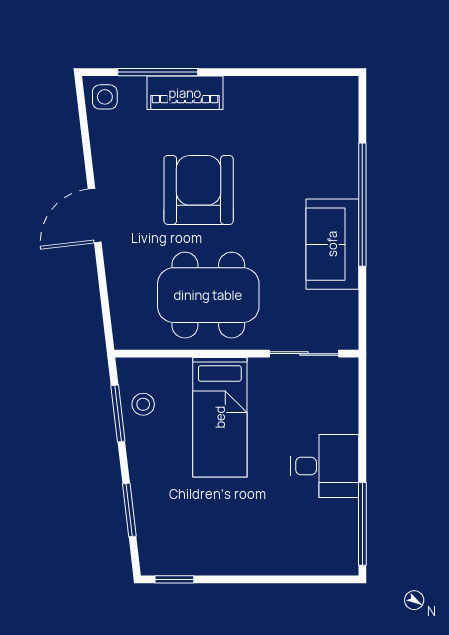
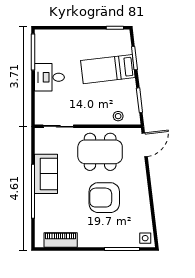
piano: (185, 93) -> (61, 240), moved
armchair: (199, 190) -> (104, 198), turned 90
door: (95, 216) -> (145, 145), moved
stool: (143, 404) -> (118, 116), moved
bed: (220, 417) -> (108, 69), moved, turned -97

